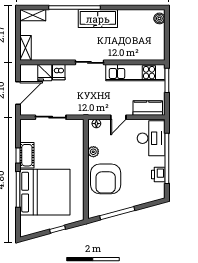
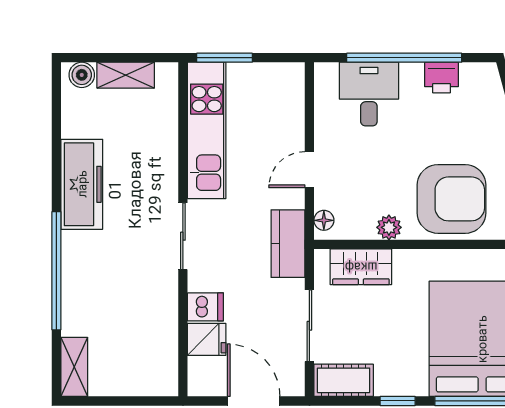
freezer: (98, 19) -> (82, 184), moved
shelving: (26, 48) -> (126, 75), moved
kitchen counter: (148, 108) -> (288, 244), moved
door: (118, 117) -> (309, 170), swing flipped
desk: (151, 138) -> (369, 94), width x0.73
wardrobe: (76, 140) -> (361, 267), added
cot: (27, 155) -> (344, 380), moved

